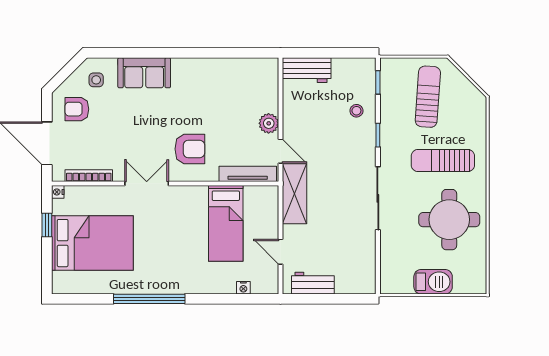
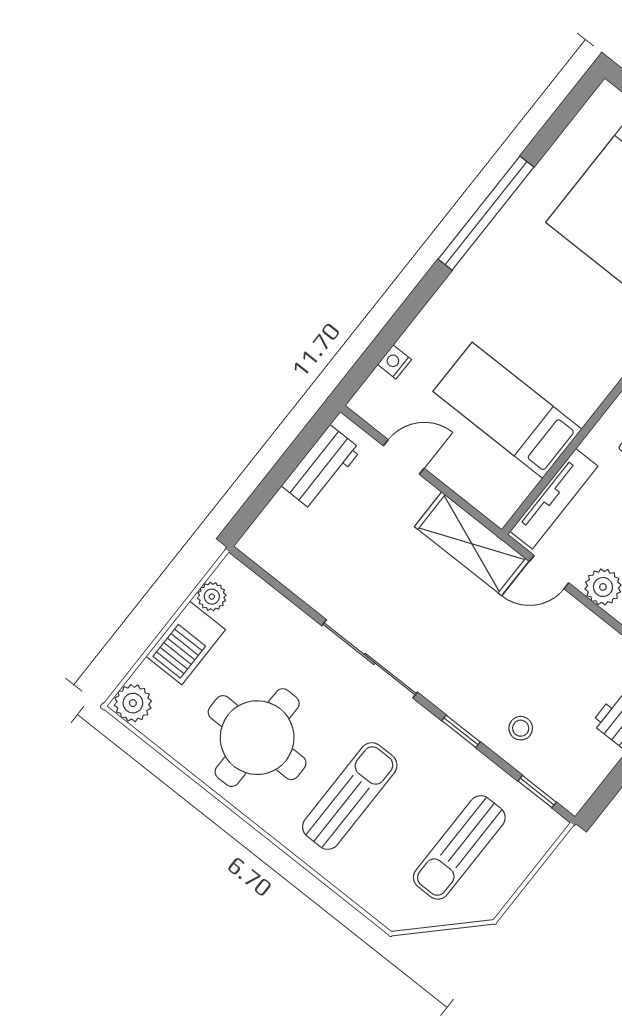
sun lounger: (428, 97) -> (459, 847), turned 86
plant: (476, 284) -> (133, 703), added
plant: (405, 286) -> (212, 597), added

